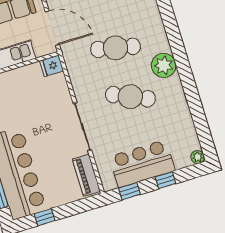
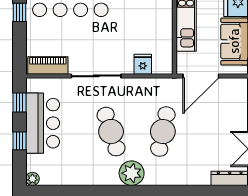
fridge: (52, 66) -> (143, 64), moved
cafe table: (130, 97) -> (111, 132), turned -42

